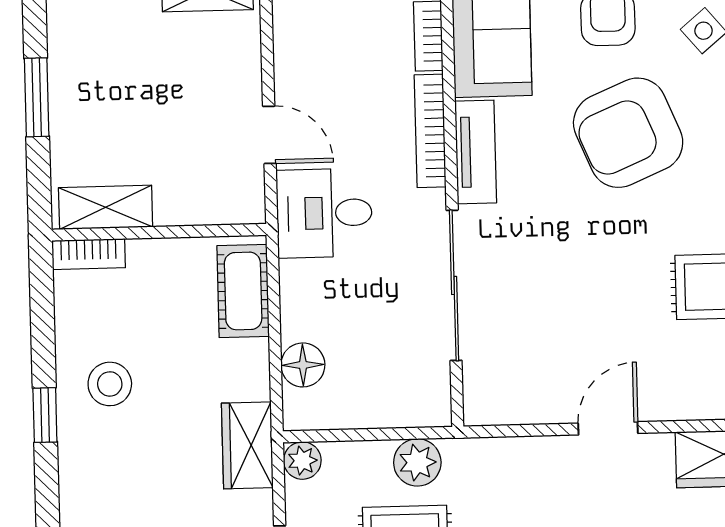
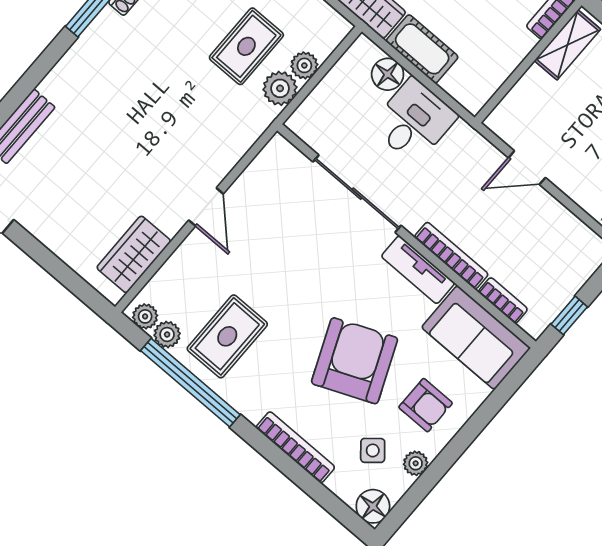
desk: (324, 213) -> (414, 121), moved
cot: (243, 291) -> (422, 49), moved
plant: (302, 461) -> (304, 65), moved

